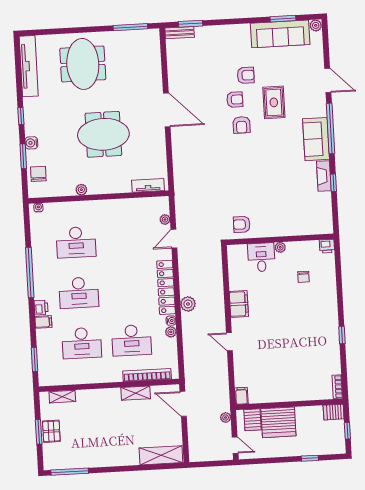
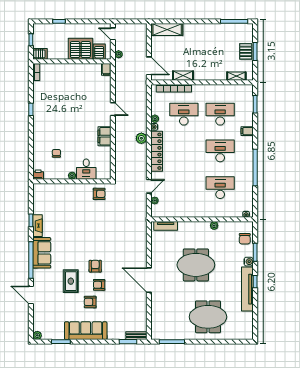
sofa: (280, 34) -> (86, 331), moved
meeting table: (83, 64) -> (208, 317), turned 90
tv unit: (29, 66) -> (247, 289), moved
printer: (41, 308) -> (248, 142), removed

